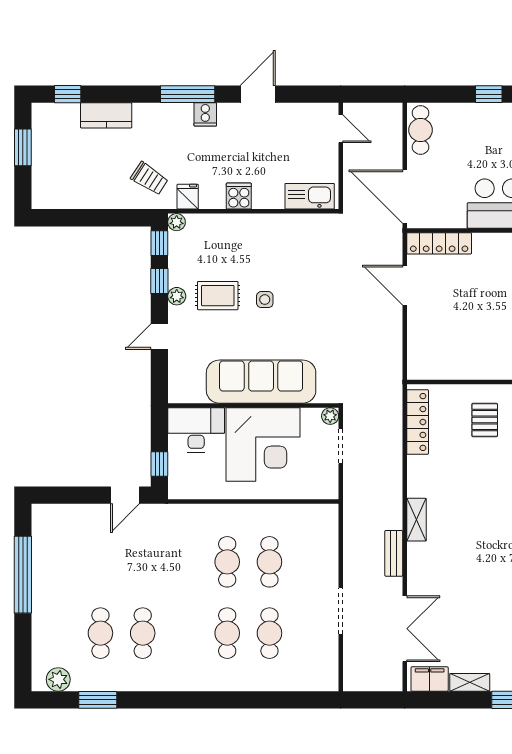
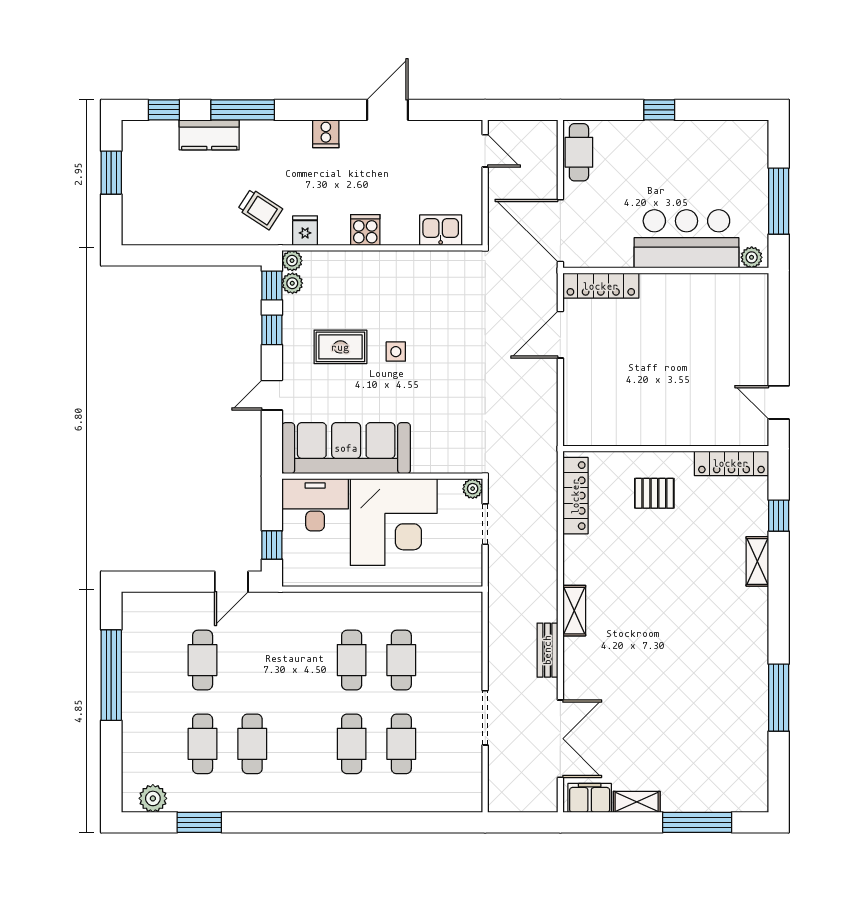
window: (188, 94) -> (243, 110), moved
kitchen sink: (310, 196) -> (441, 230), width x0.73
door: (405, 285) -> (560, 335), hinge flipped
plant: (177, 296) -> (292, 283), moved
sofa: (261, 382) -> (346, 448), moved
pallet: (485, 420) -> (654, 493), turned 90
cafe table: (100, 562) -> (203, 660), added

